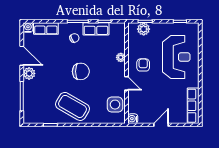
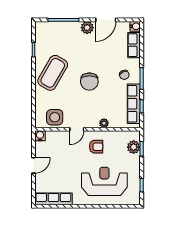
row of seats: (96, 29) -> (134, 104), width x1.48
reception desk: (176, 57) -> (104, 181), turned 180
door: (161, 125) -> (33, 165), hinge flipped

